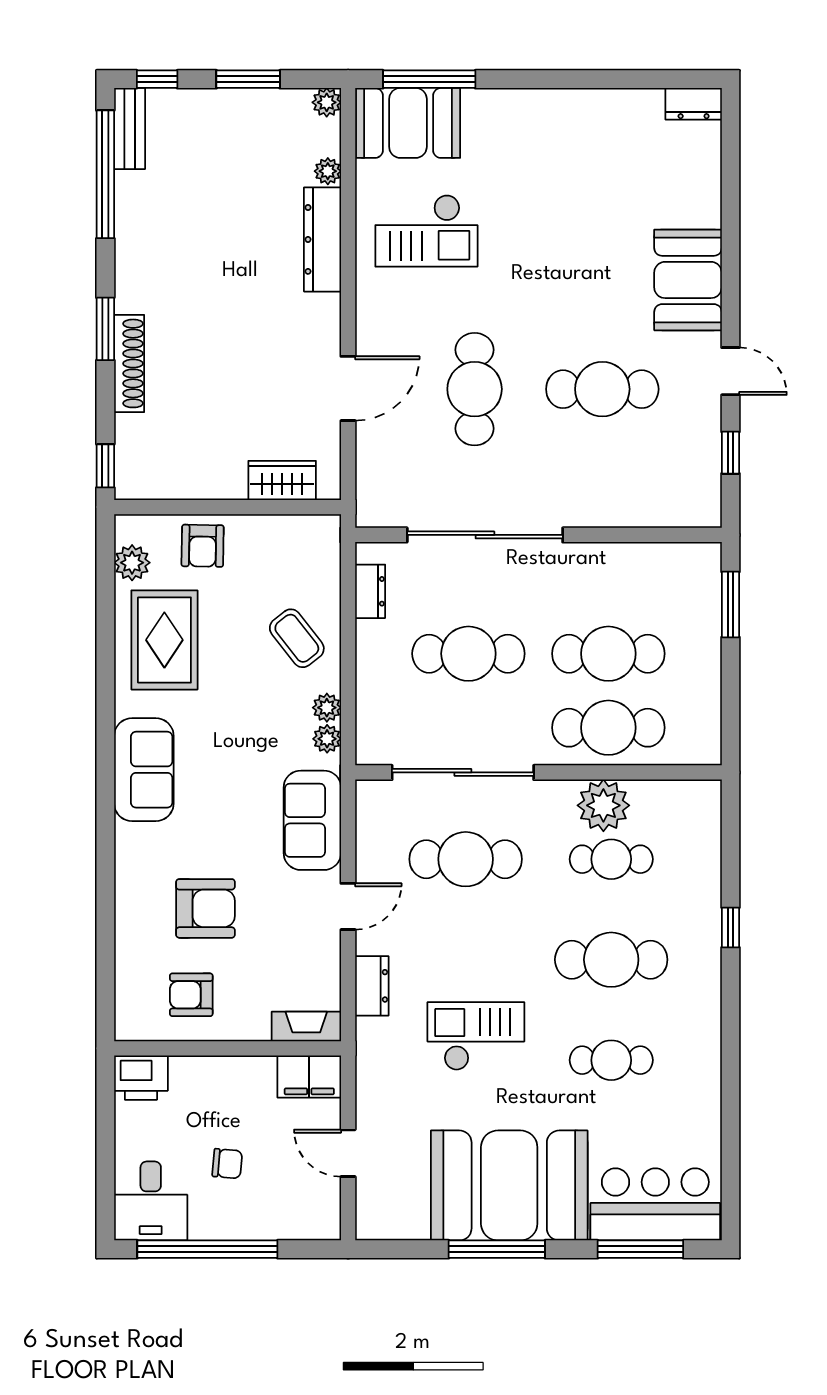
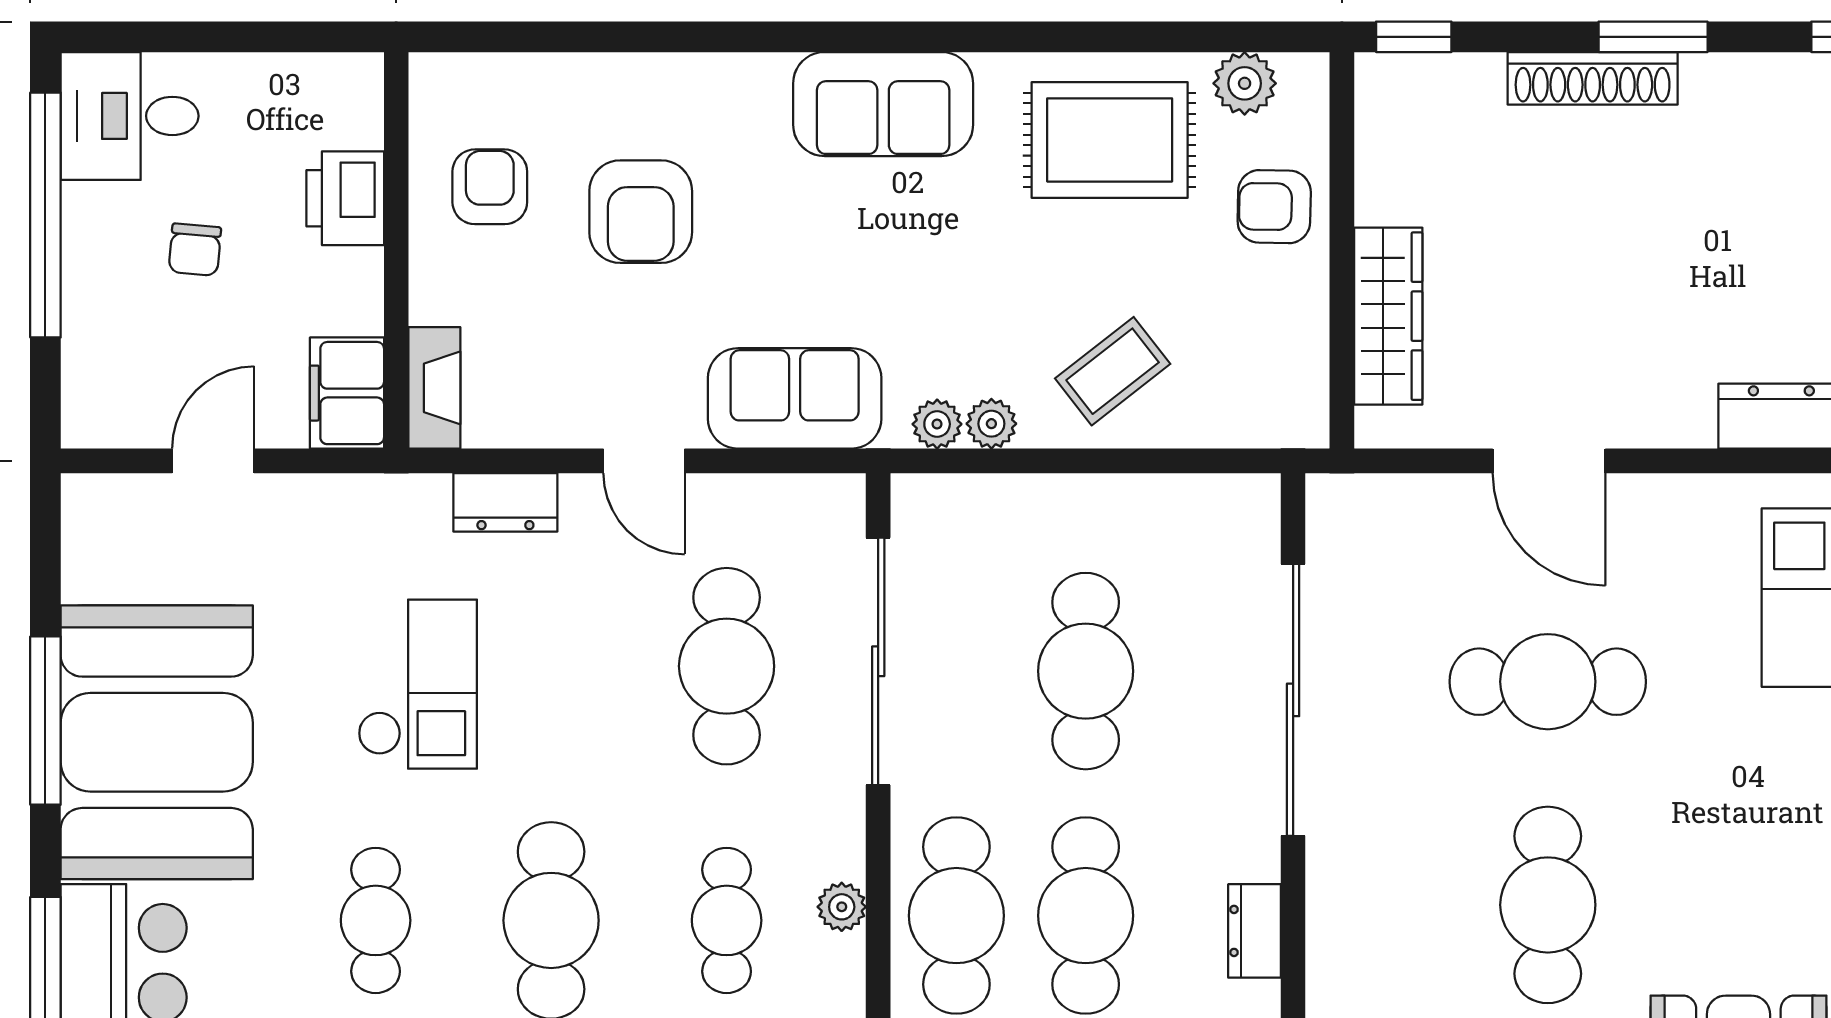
wardrobe: (282, 480) -> (1388, 316), width x1.50
dresser: (370, 591) -> (1255, 931), moved, turned 90
plant: (603, 805) -> (842, 907), width x0.53, depth x0.53
printer: (141, 1078) -> (345, 198), moved

